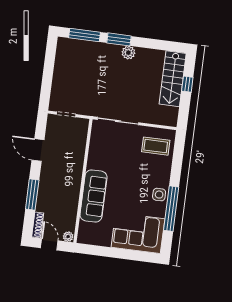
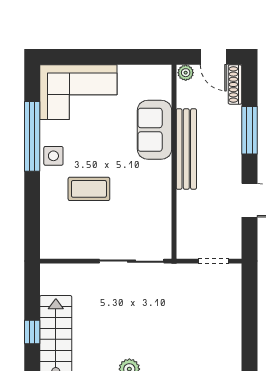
coffee table: (156, 146) -> (89, 189), moved
bench: (74, 188) -> (186, 149), added
sofa: (94, 196) -> (155, 130), width x0.73

